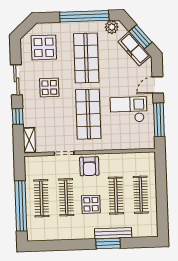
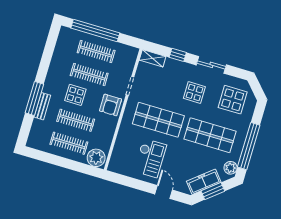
window: (159, 120) -> (132, 183), removed
plant: (146, 163) -> (96, 158), added
armchair: (89, 166) -> (111, 105), turned -90
bench: (113, 233) -> (42, 106), width x0.73
window: (108, 243) -> (34, 98), width x1.44

